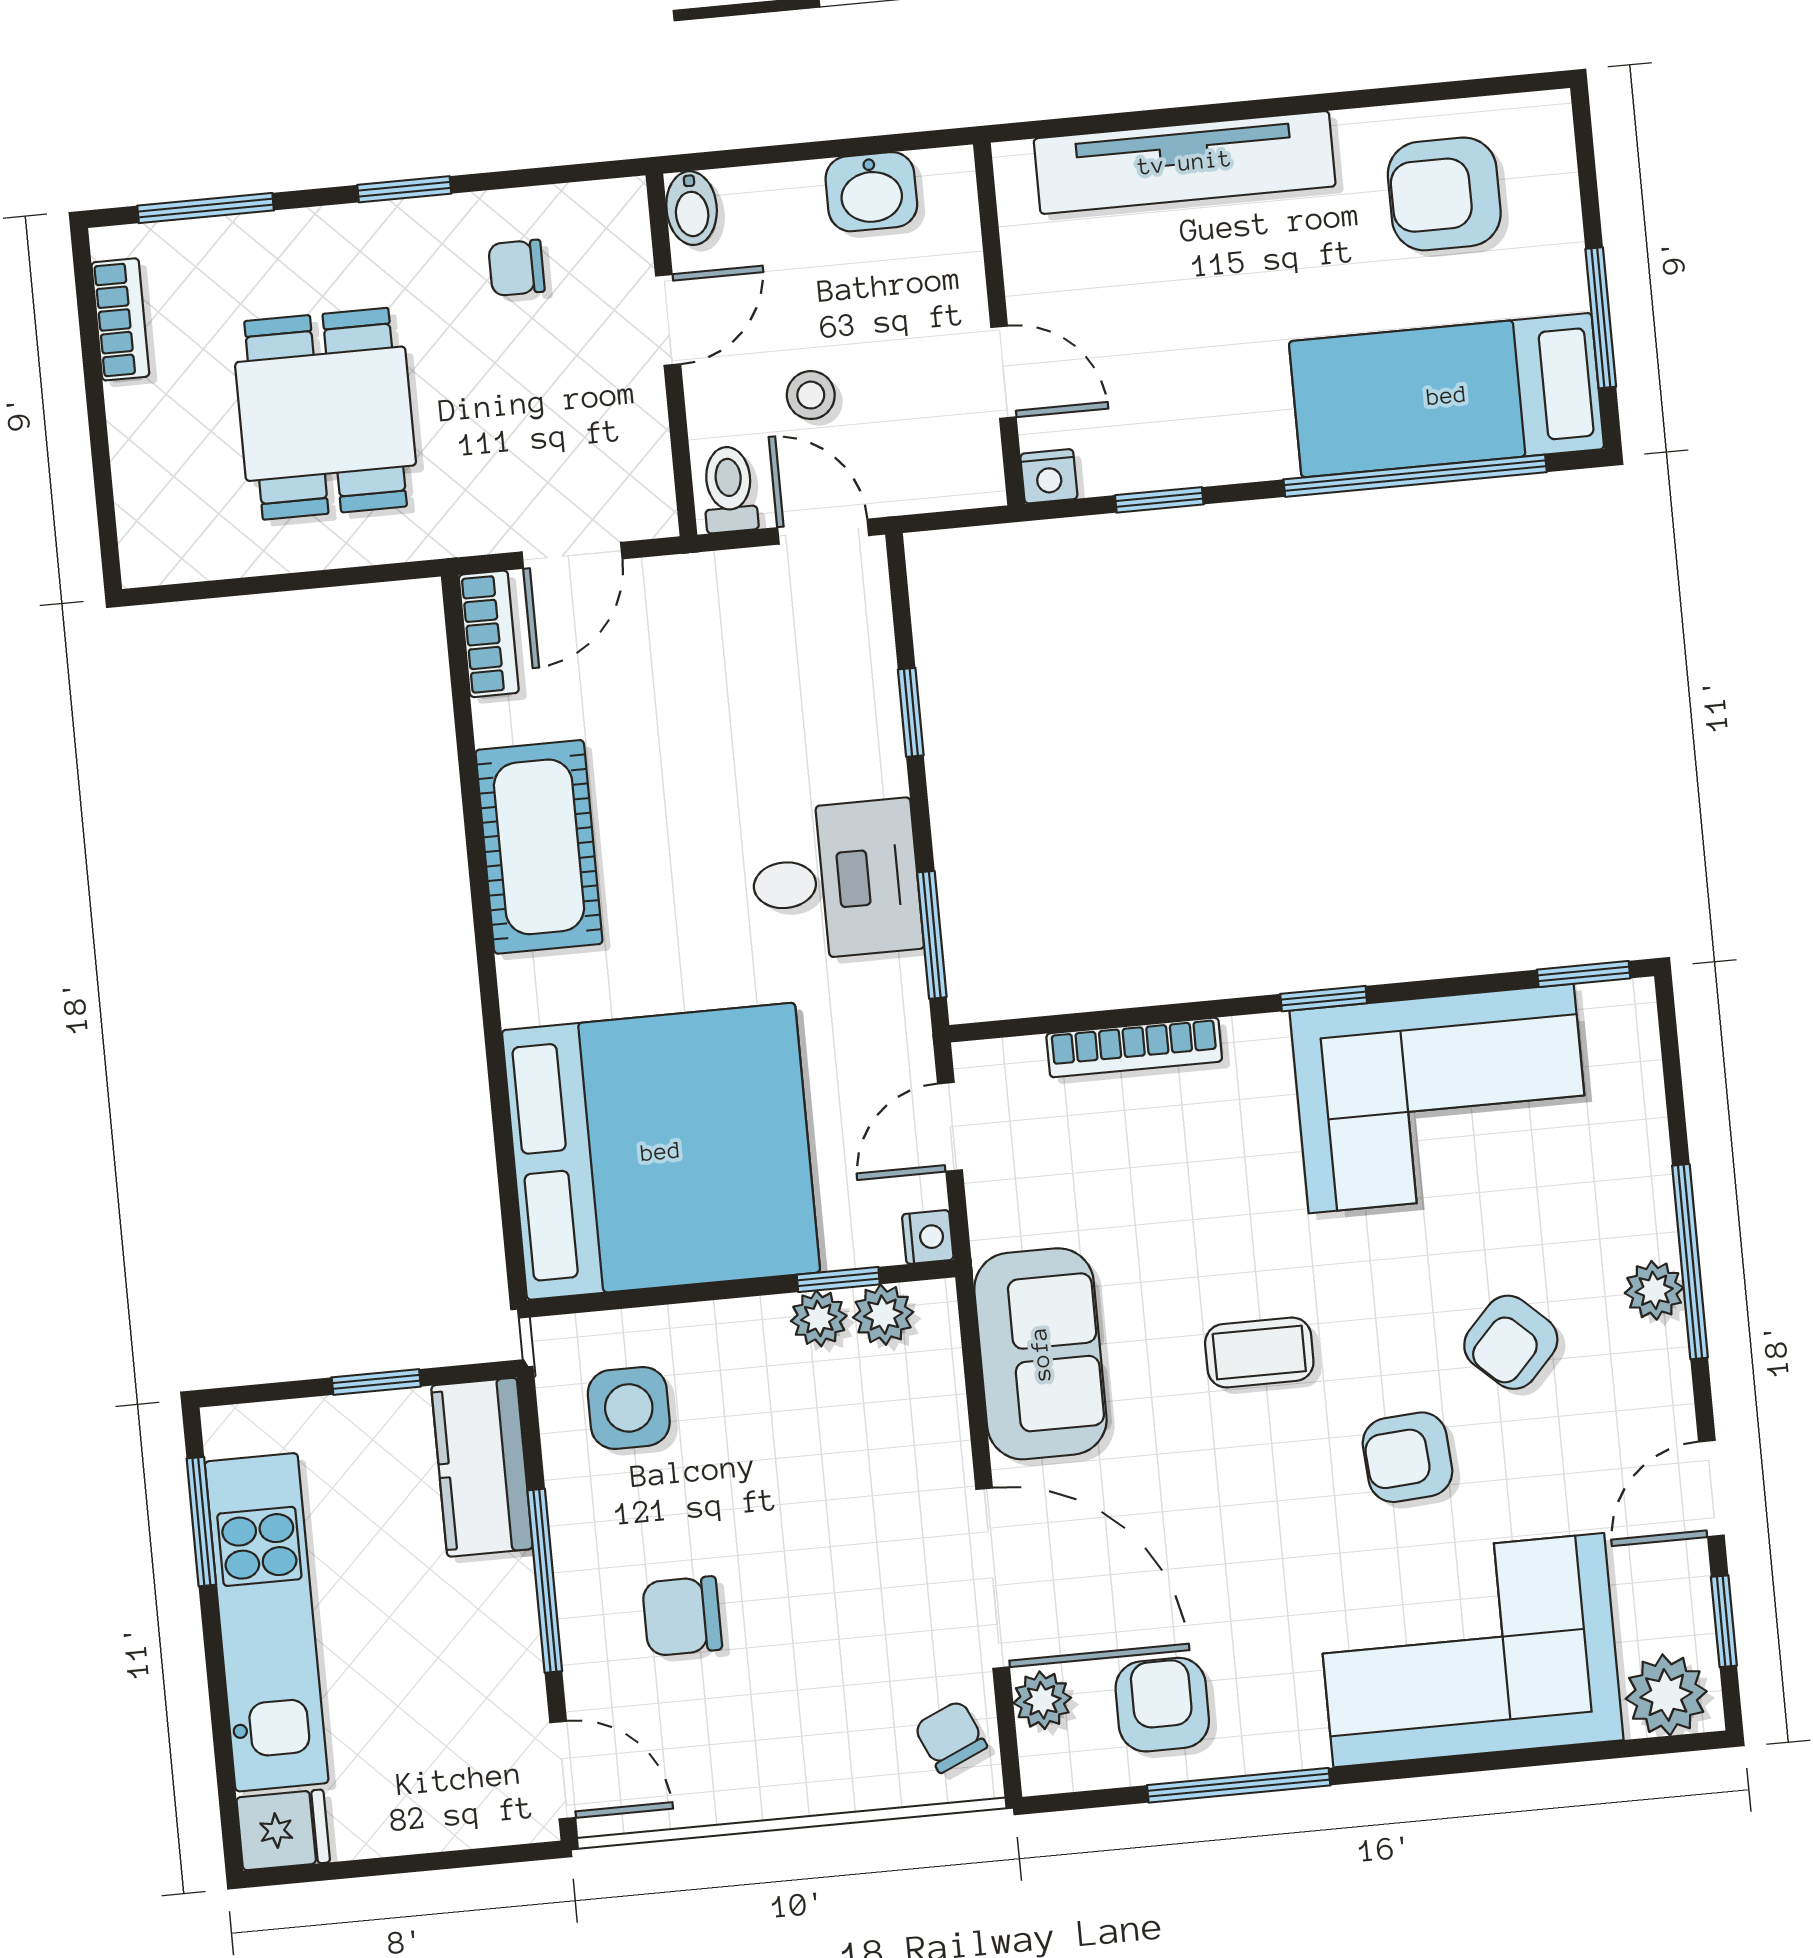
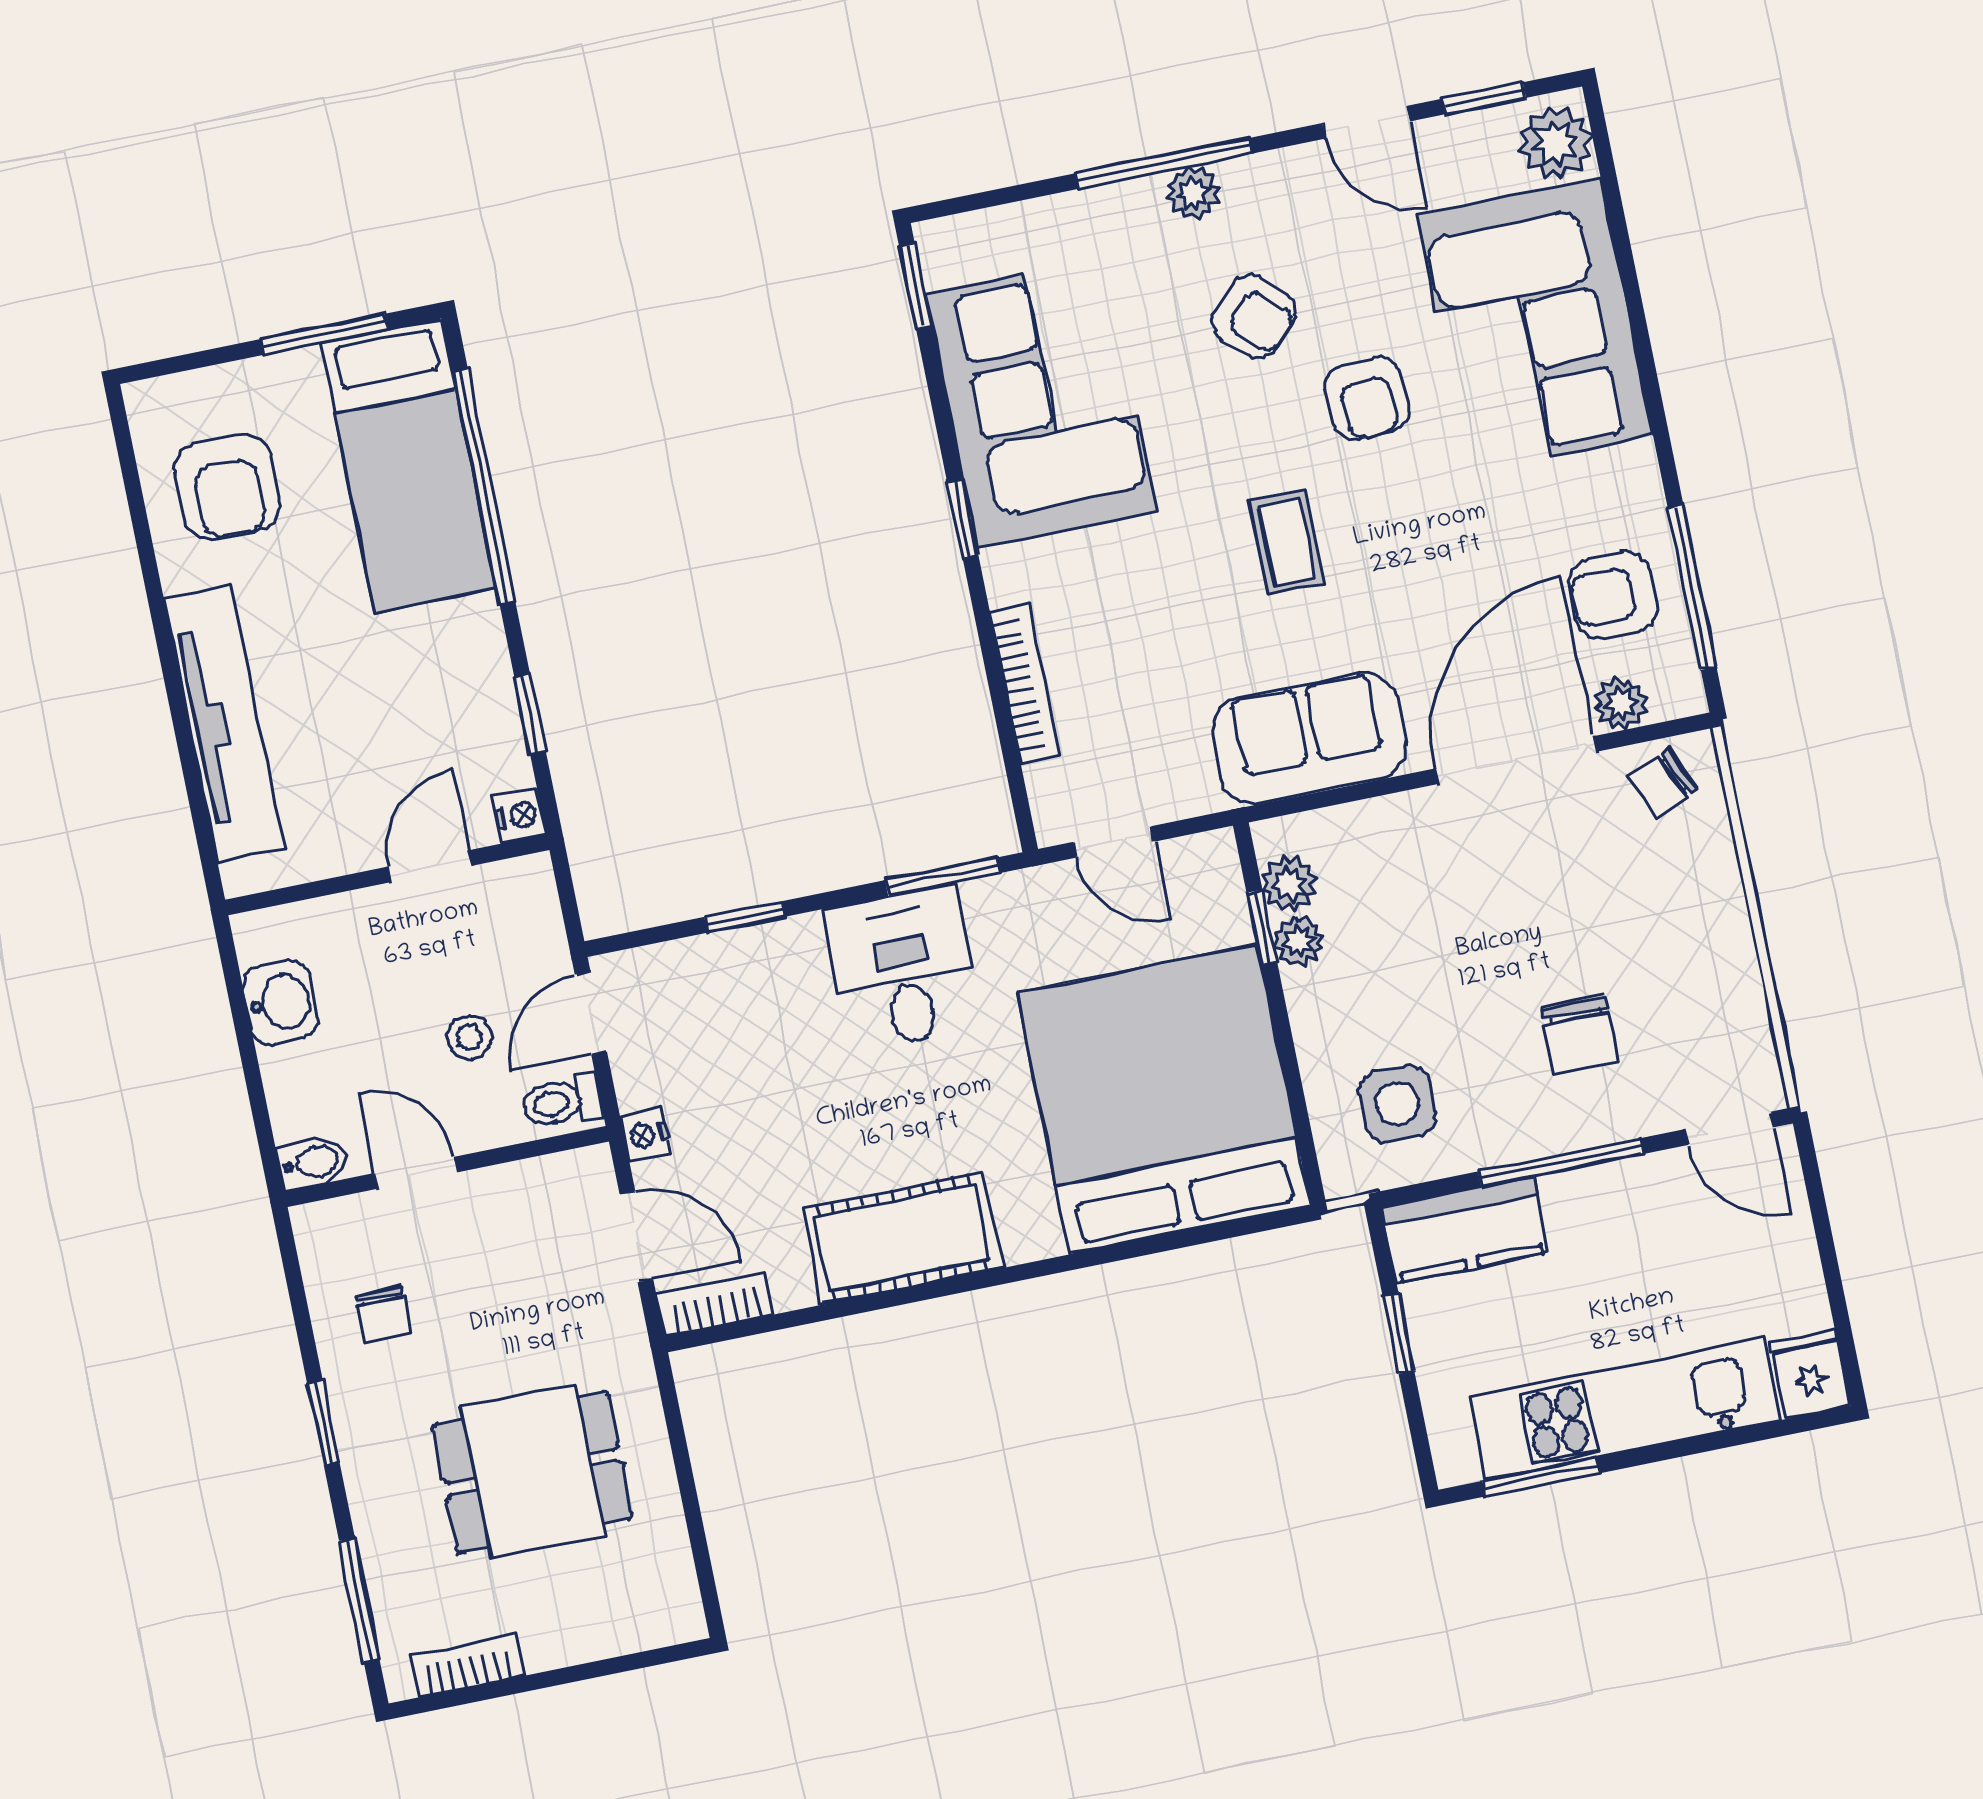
nightstand: (928, 1237) -> (646, 1135), moved, turned -90
door: (563, 1770) -> (1730, 1128), swing flipped
window: (1239, 1785) -> (1692, 588), moved

